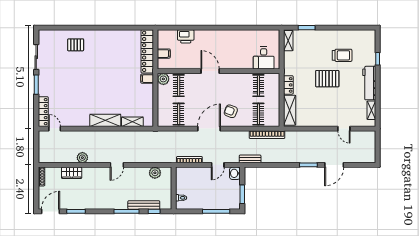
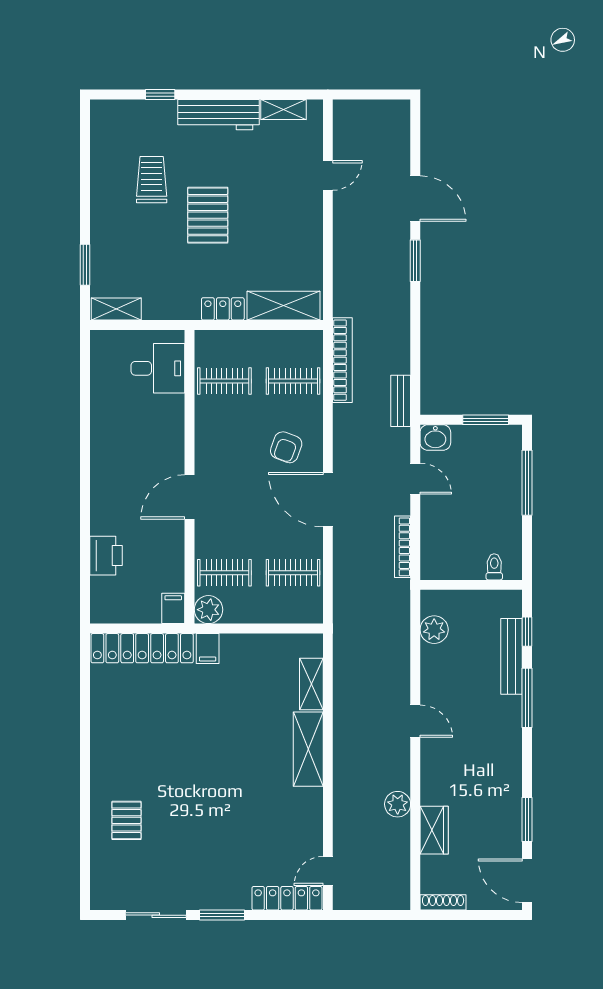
filing cabinet: (164, 54) -> (173, 608), moved

